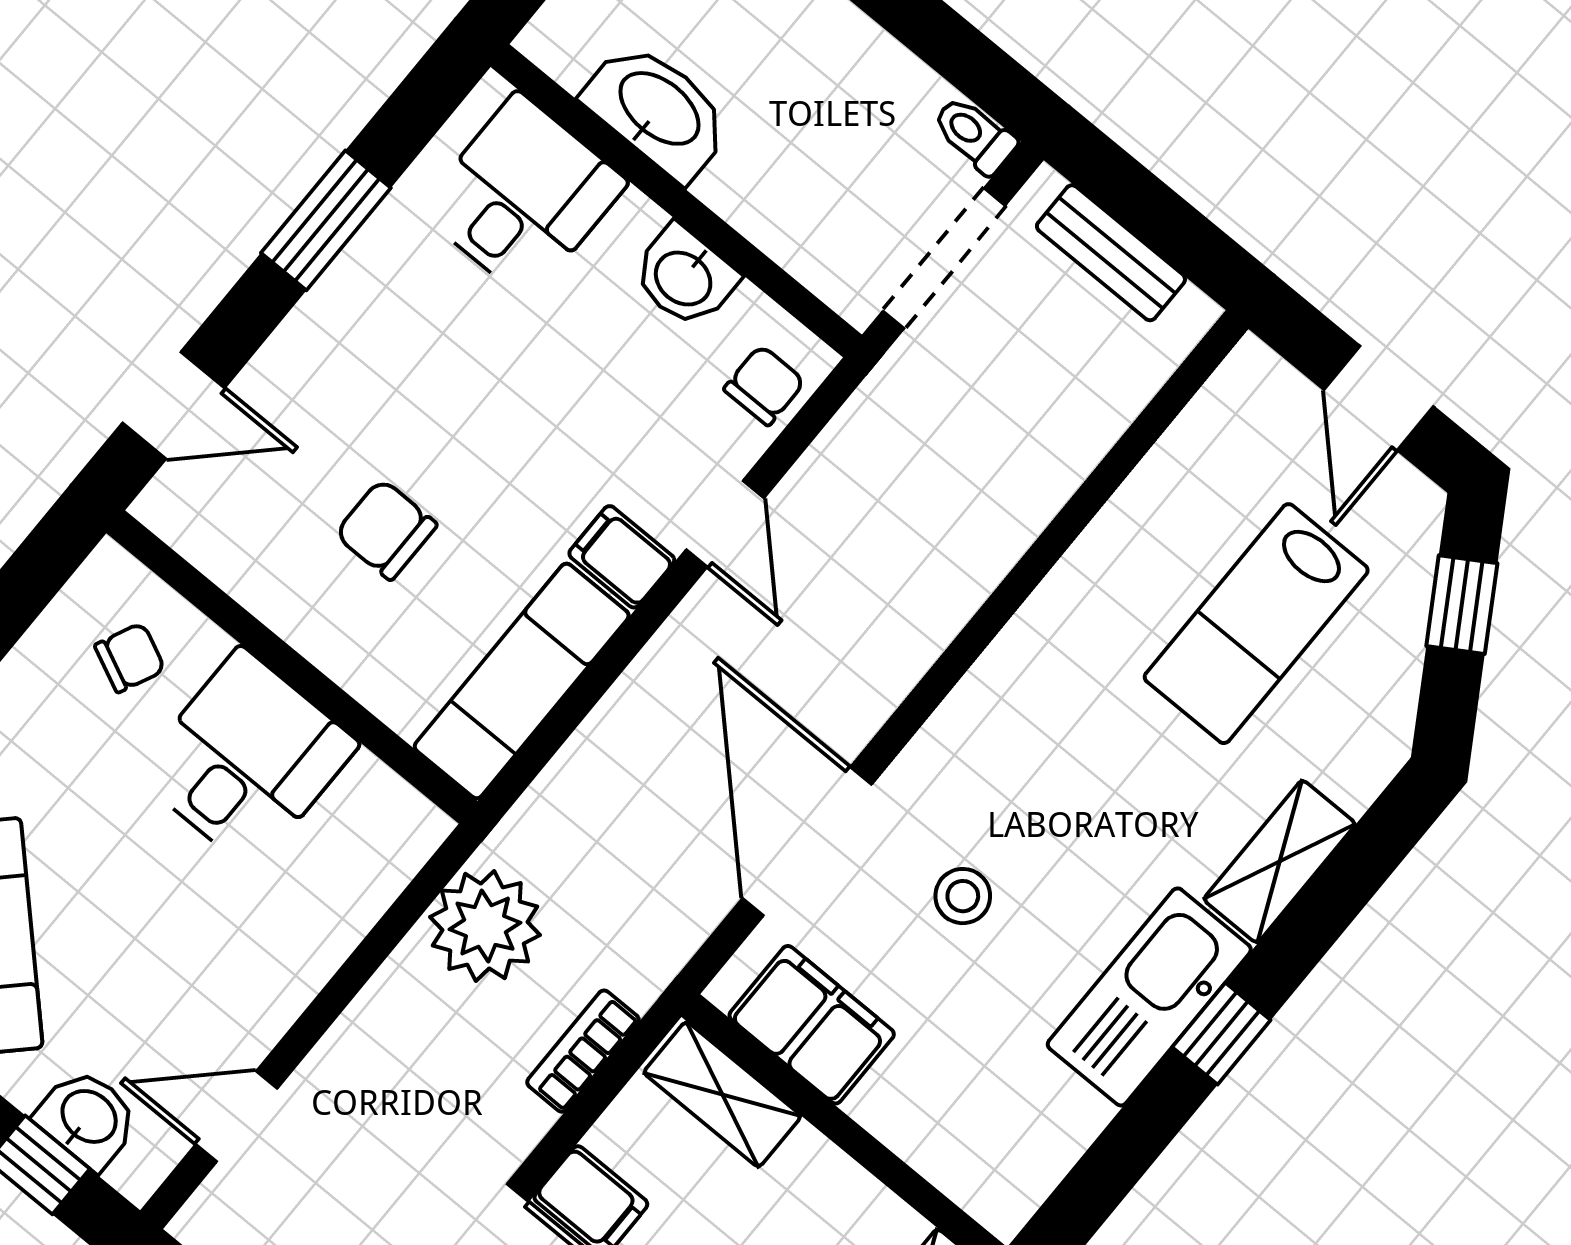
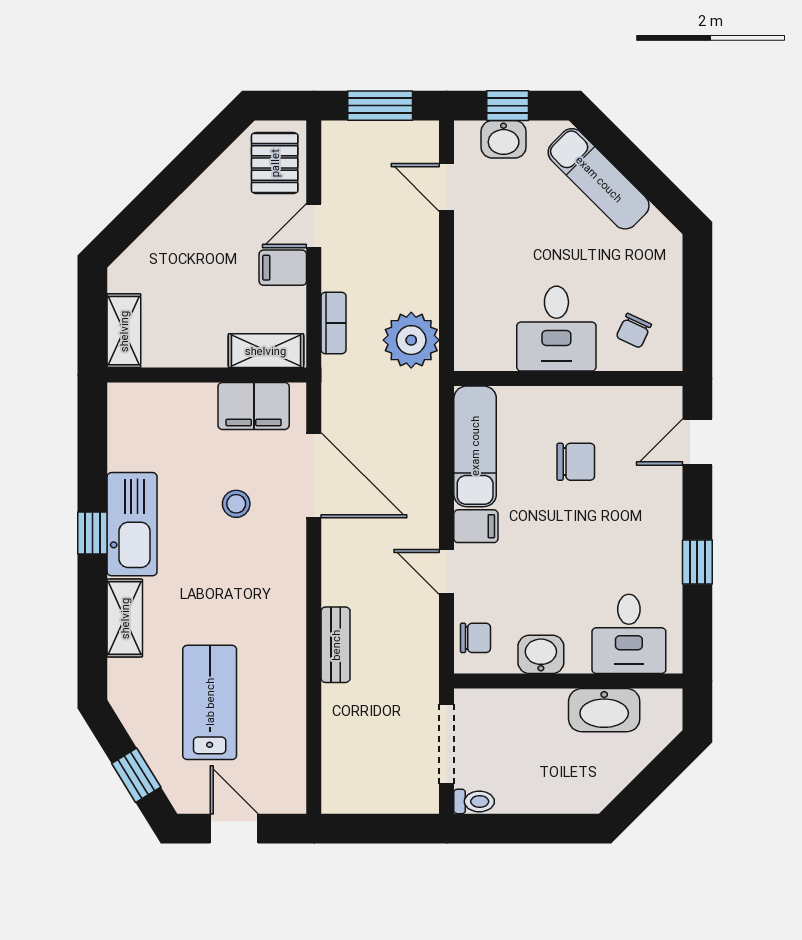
window: (326, 220) -> (697, 562), width x0.67
bench: (1111, 253) -> (336, 645), moved, turned 90
chair: (764, 385) -> (475, 638), turned -90
door: (237, 1116) -> (447, 187), swing flipped

